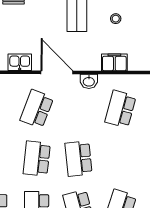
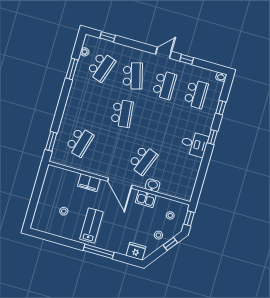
filing cabinet: (114, 62) -> (89, 183), moved
washbasin: (89, 81) -> (153, 185), moved
school desk: (37, 159) -> (154, 122), removed

